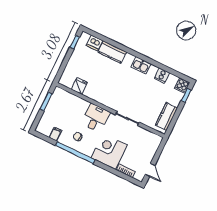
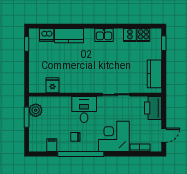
cooker: (182, 85) -> (143, 35), moved
plant: (56, 99) -> (36, 110), added
printer: (152, 144) -> (153, 108), added
door: (150, 170) -> (164, 135), hinge flipped

